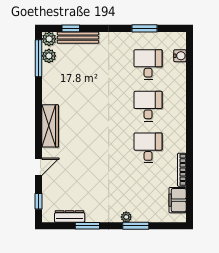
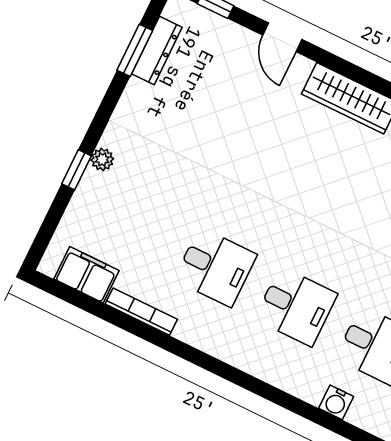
water cooler: (180, 56) -> (336, 402), moved
window: (87, 226) -> (135, 50), moved
window: (136, 226) -> (76, 170), width x0.67

